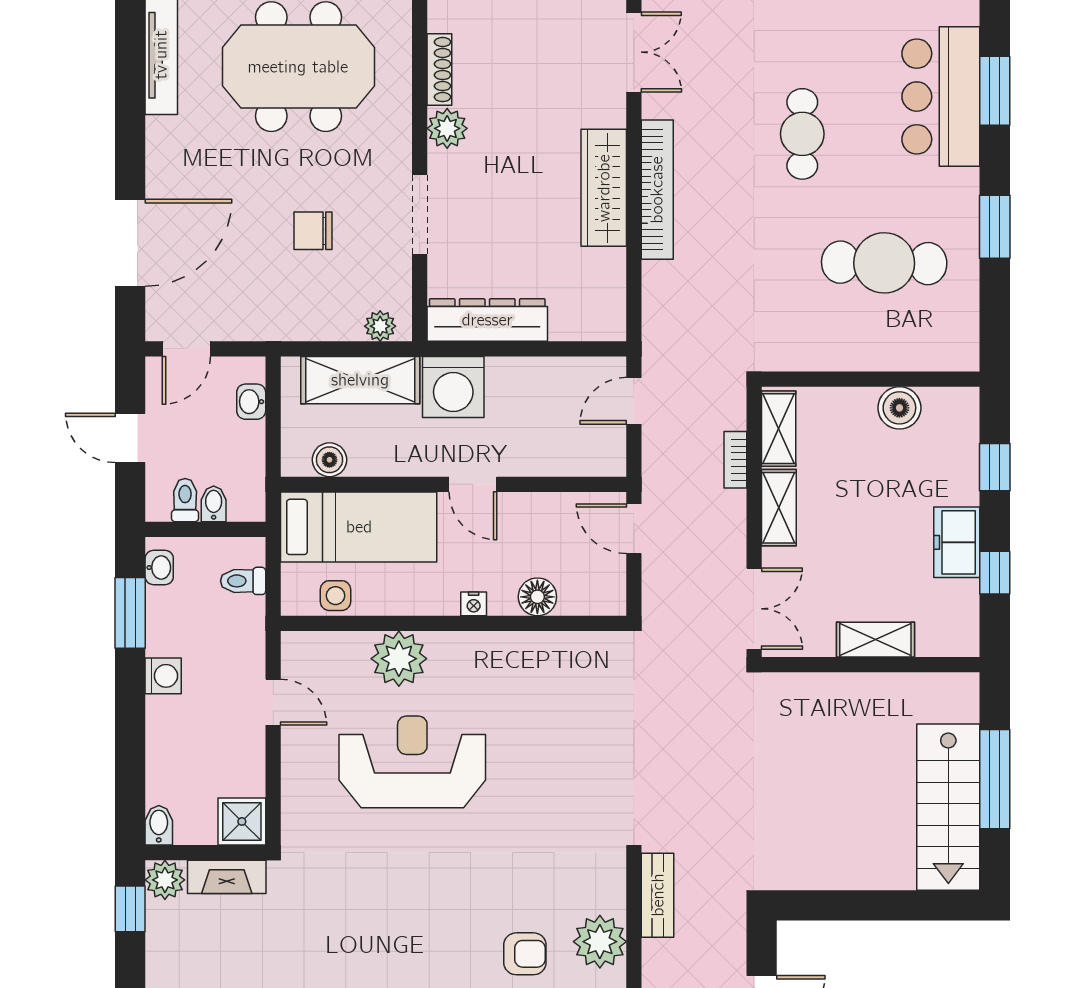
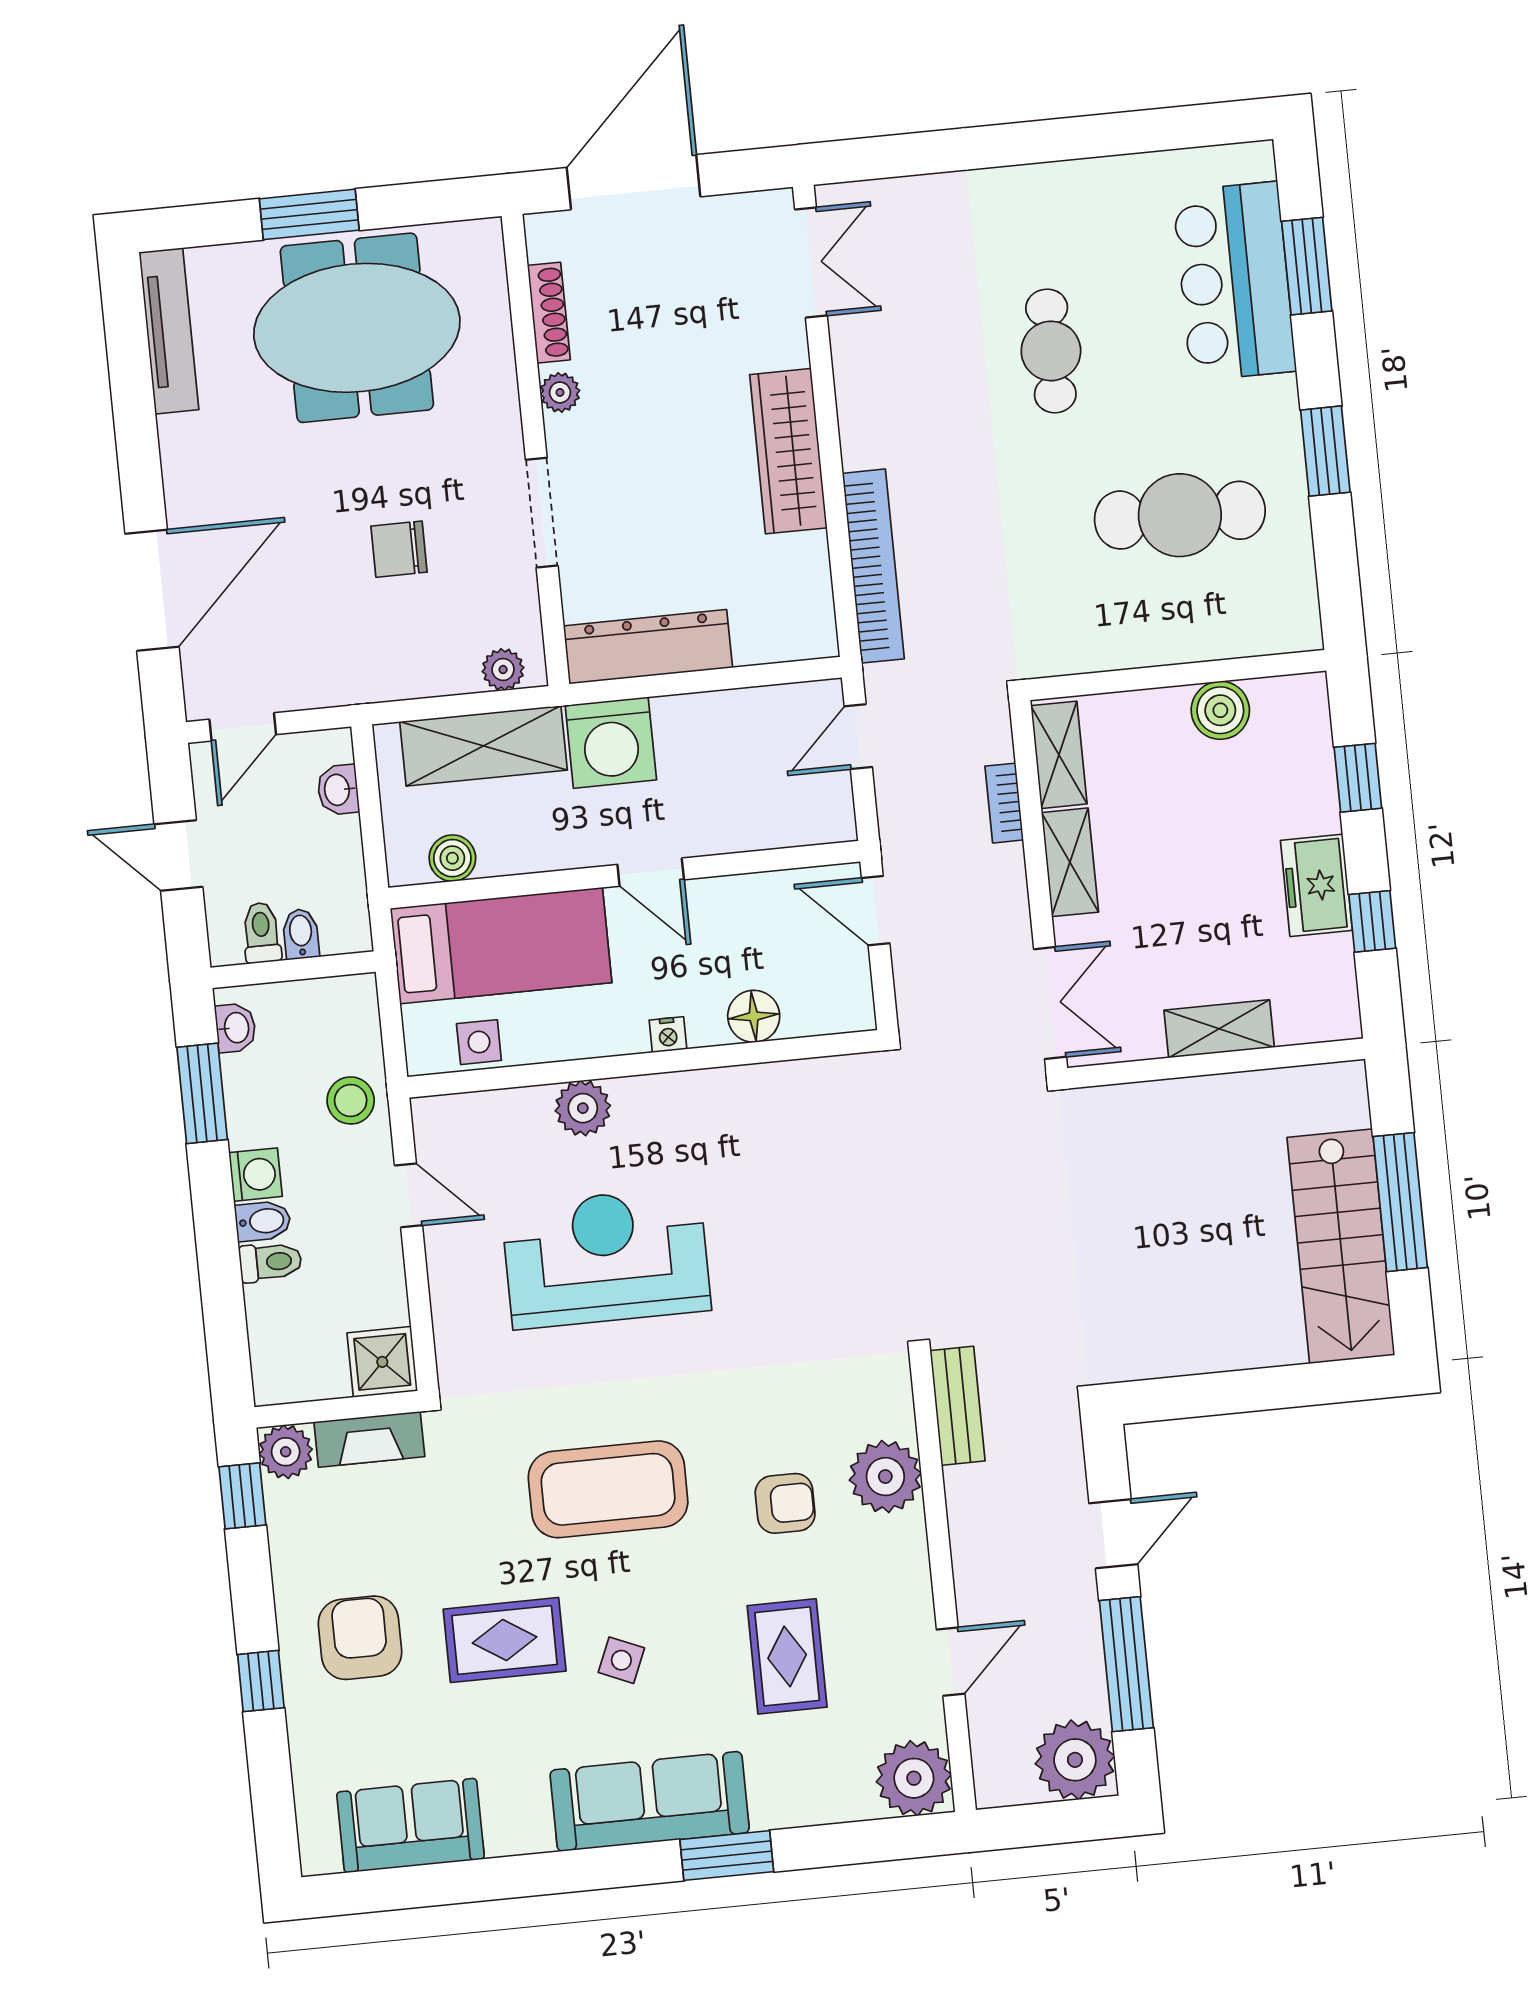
plant: (447, 128) -> (560, 392), width x0.73, depth x0.73
bookcase: (657, 190) -> (873, 566), moved
toilet: (243, 581) -> (270, 1262), moved, turned 180
stool: (238, 629) -> (351, 1100), added
plant: (399, 659) -> (583, 1108), width x0.73, depth x0.73
bidet: (159, 825) -> (263, 1221), moved, turned 90
coffee table: (397, 931) -> (608, 1489), added

